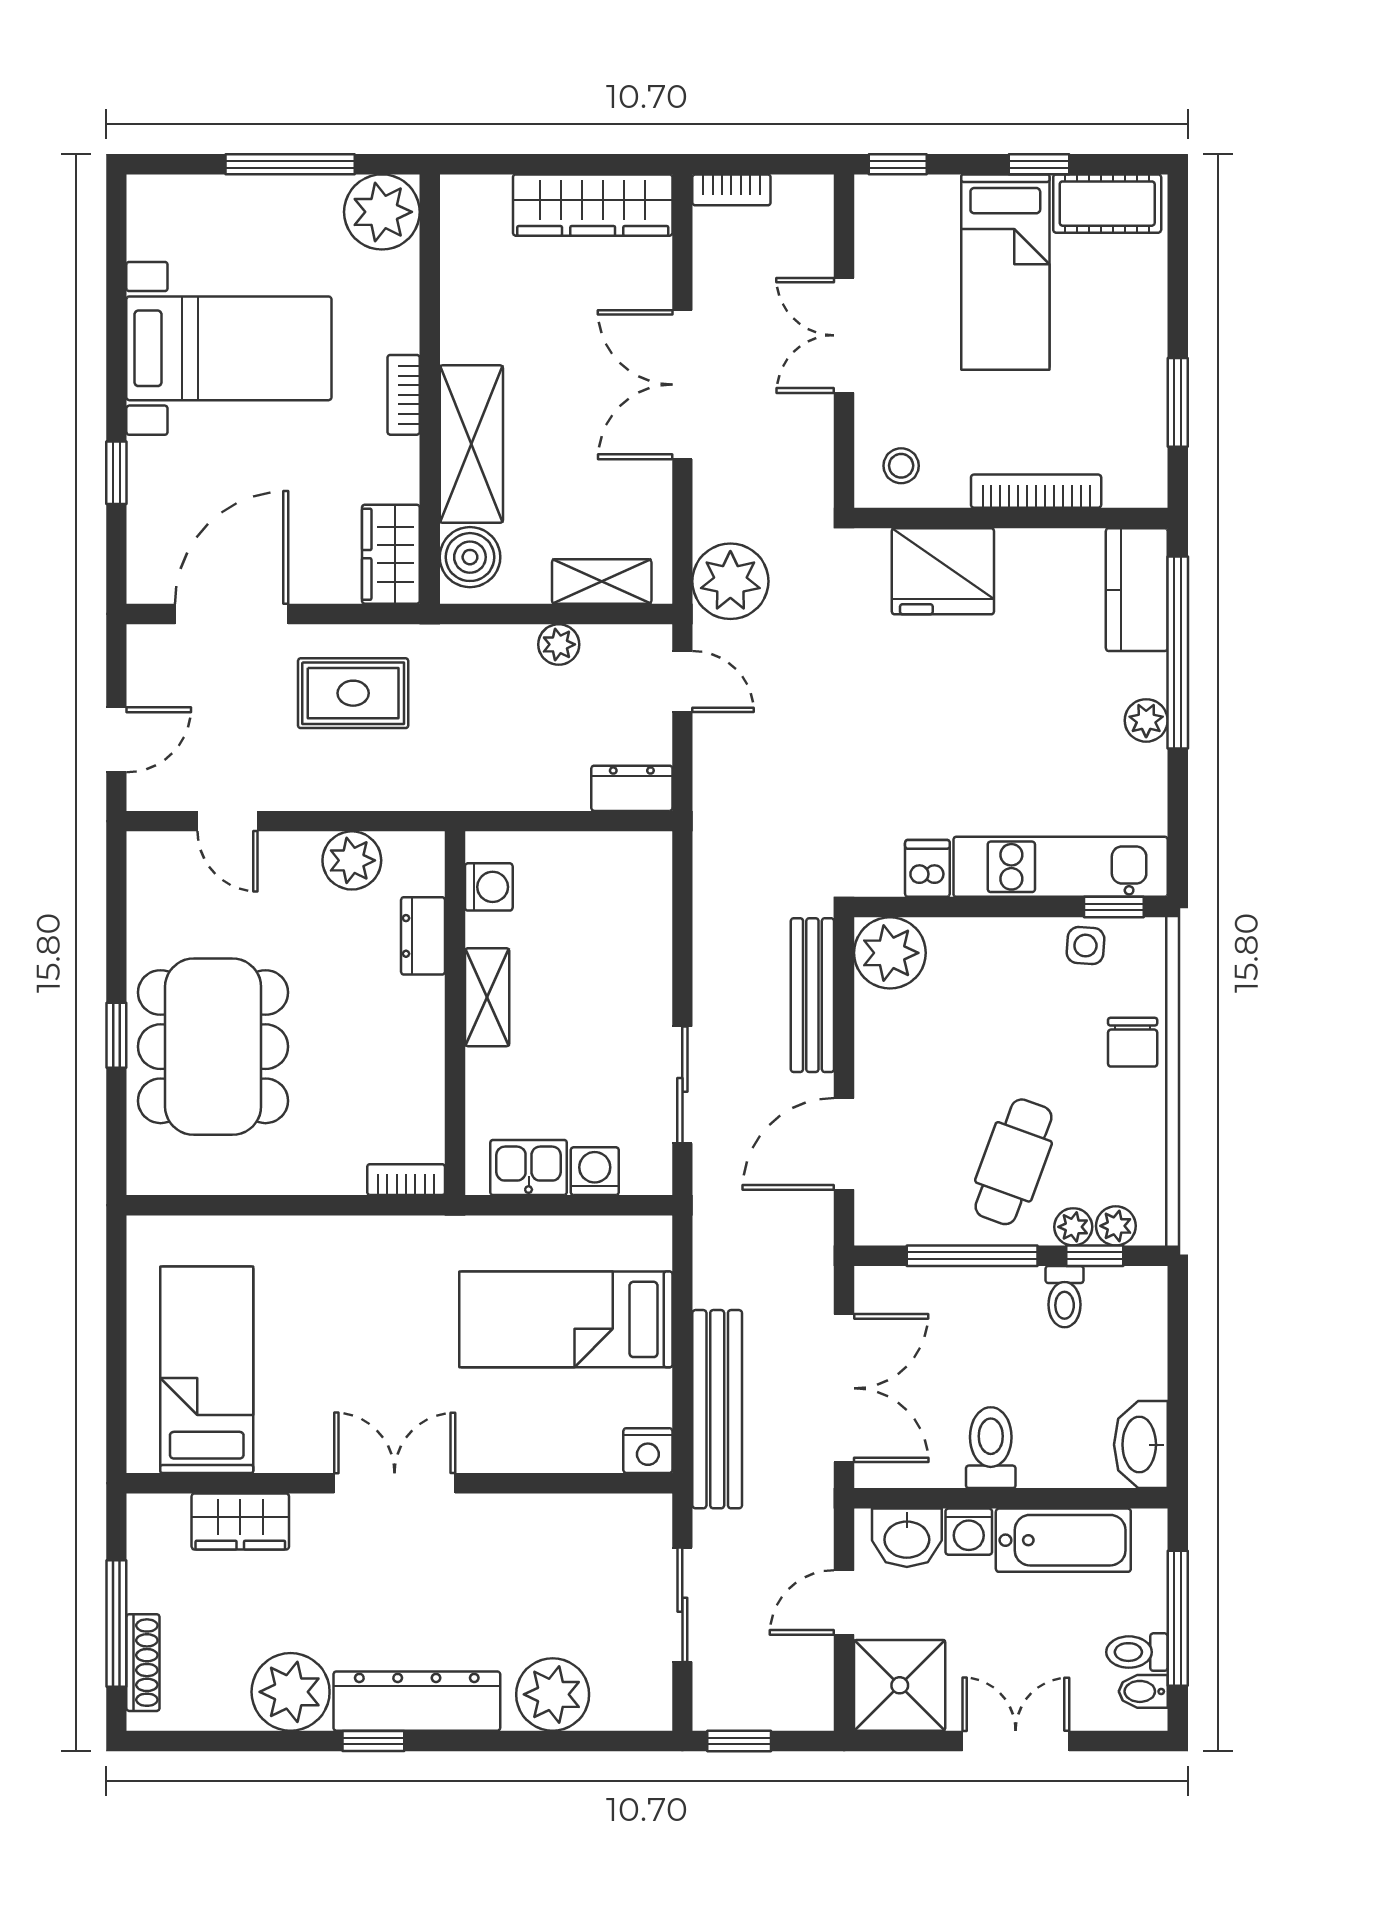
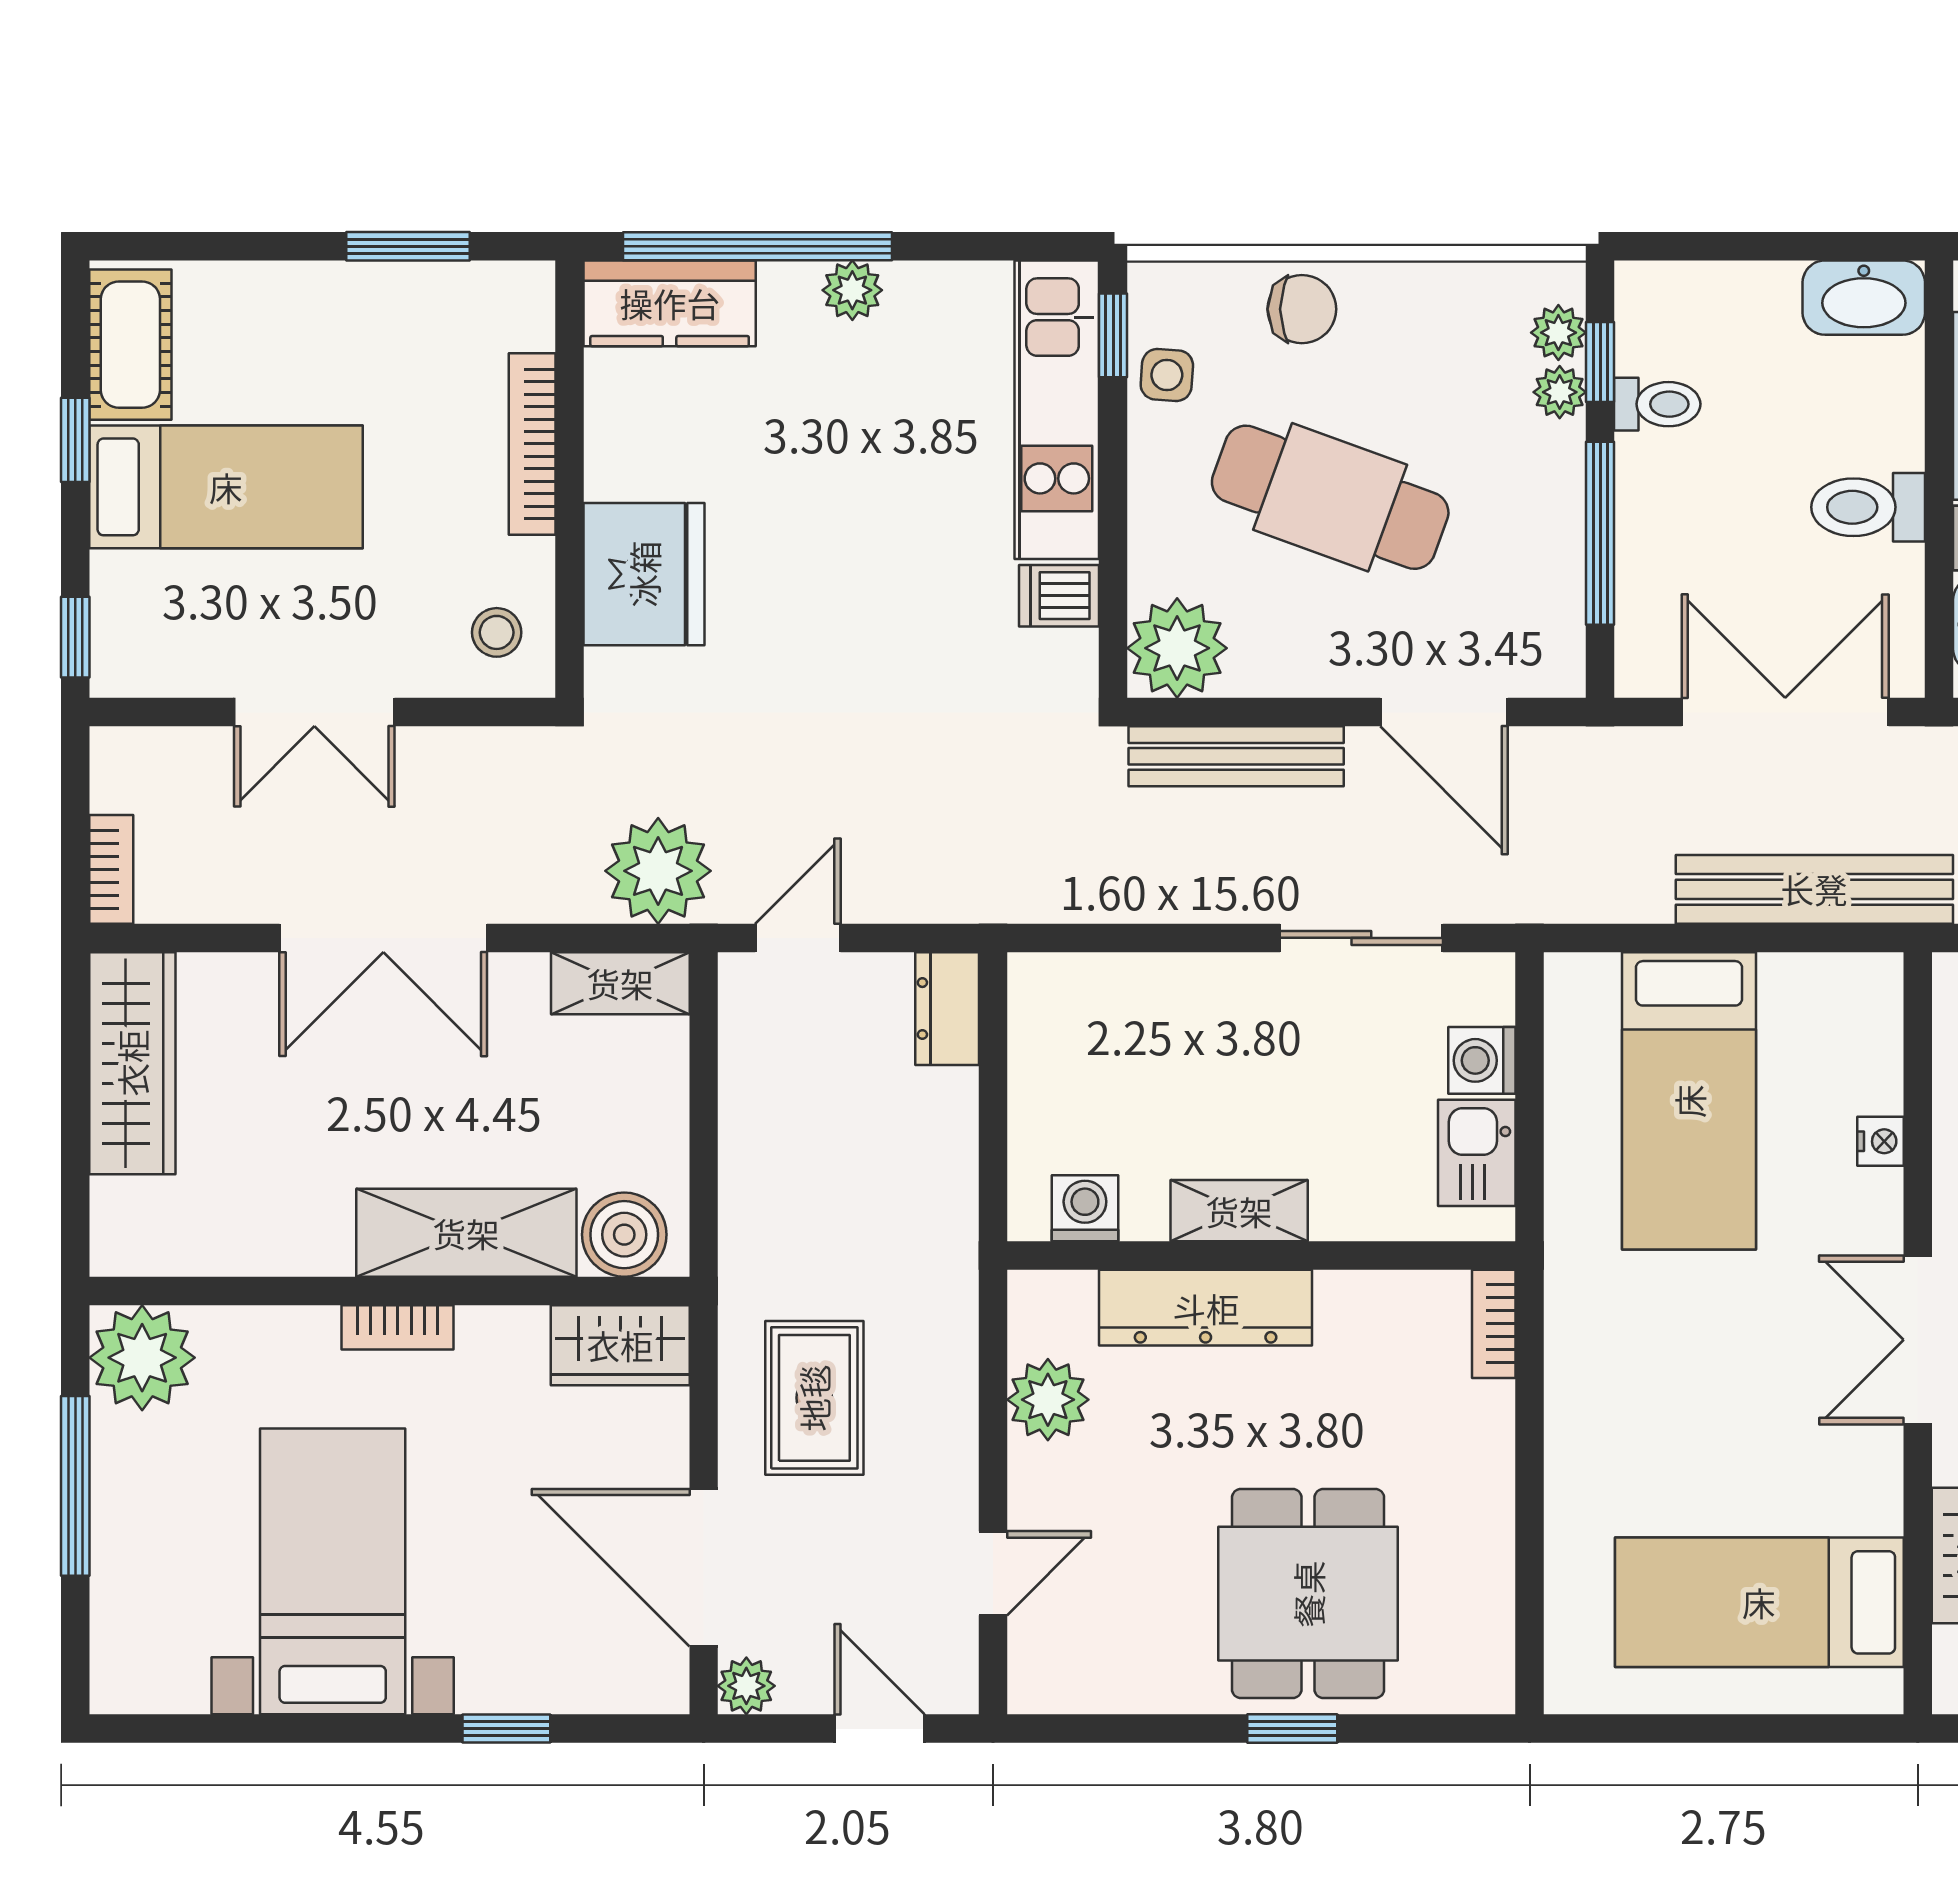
shelving: (602, 582) -> (620, 983), moved, turned 90
plant: (559, 644) -> (746, 1686), moved
dresser: (423, 936) -> (1206, 1308), width x1.96, depth x1.24
dining table: (213, 1047) -> (1308, 1594), width x0.73
cafe table: (1014, 1162) -> (1330, 497), moved, width x1.37, depth x1.35
nightstand: (648, 1451) -> (1880, 1141), moved, width x0.72, depth x0.74

